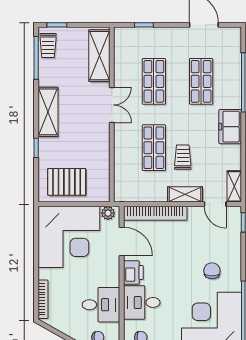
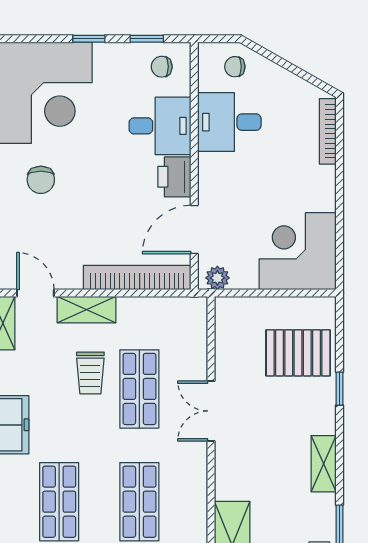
double door: (112, 105) -> (211, 411), moved
shelving: (48, 112) -> (324, 464), width x0.67, depth x0.75
pallet: (67, 182) -> (298, 353), moved
corner desk: (69, 237) -> (298, 251), width x0.74, depth x0.74
door: (122, 241) -> (194, 230), hinge flipped

